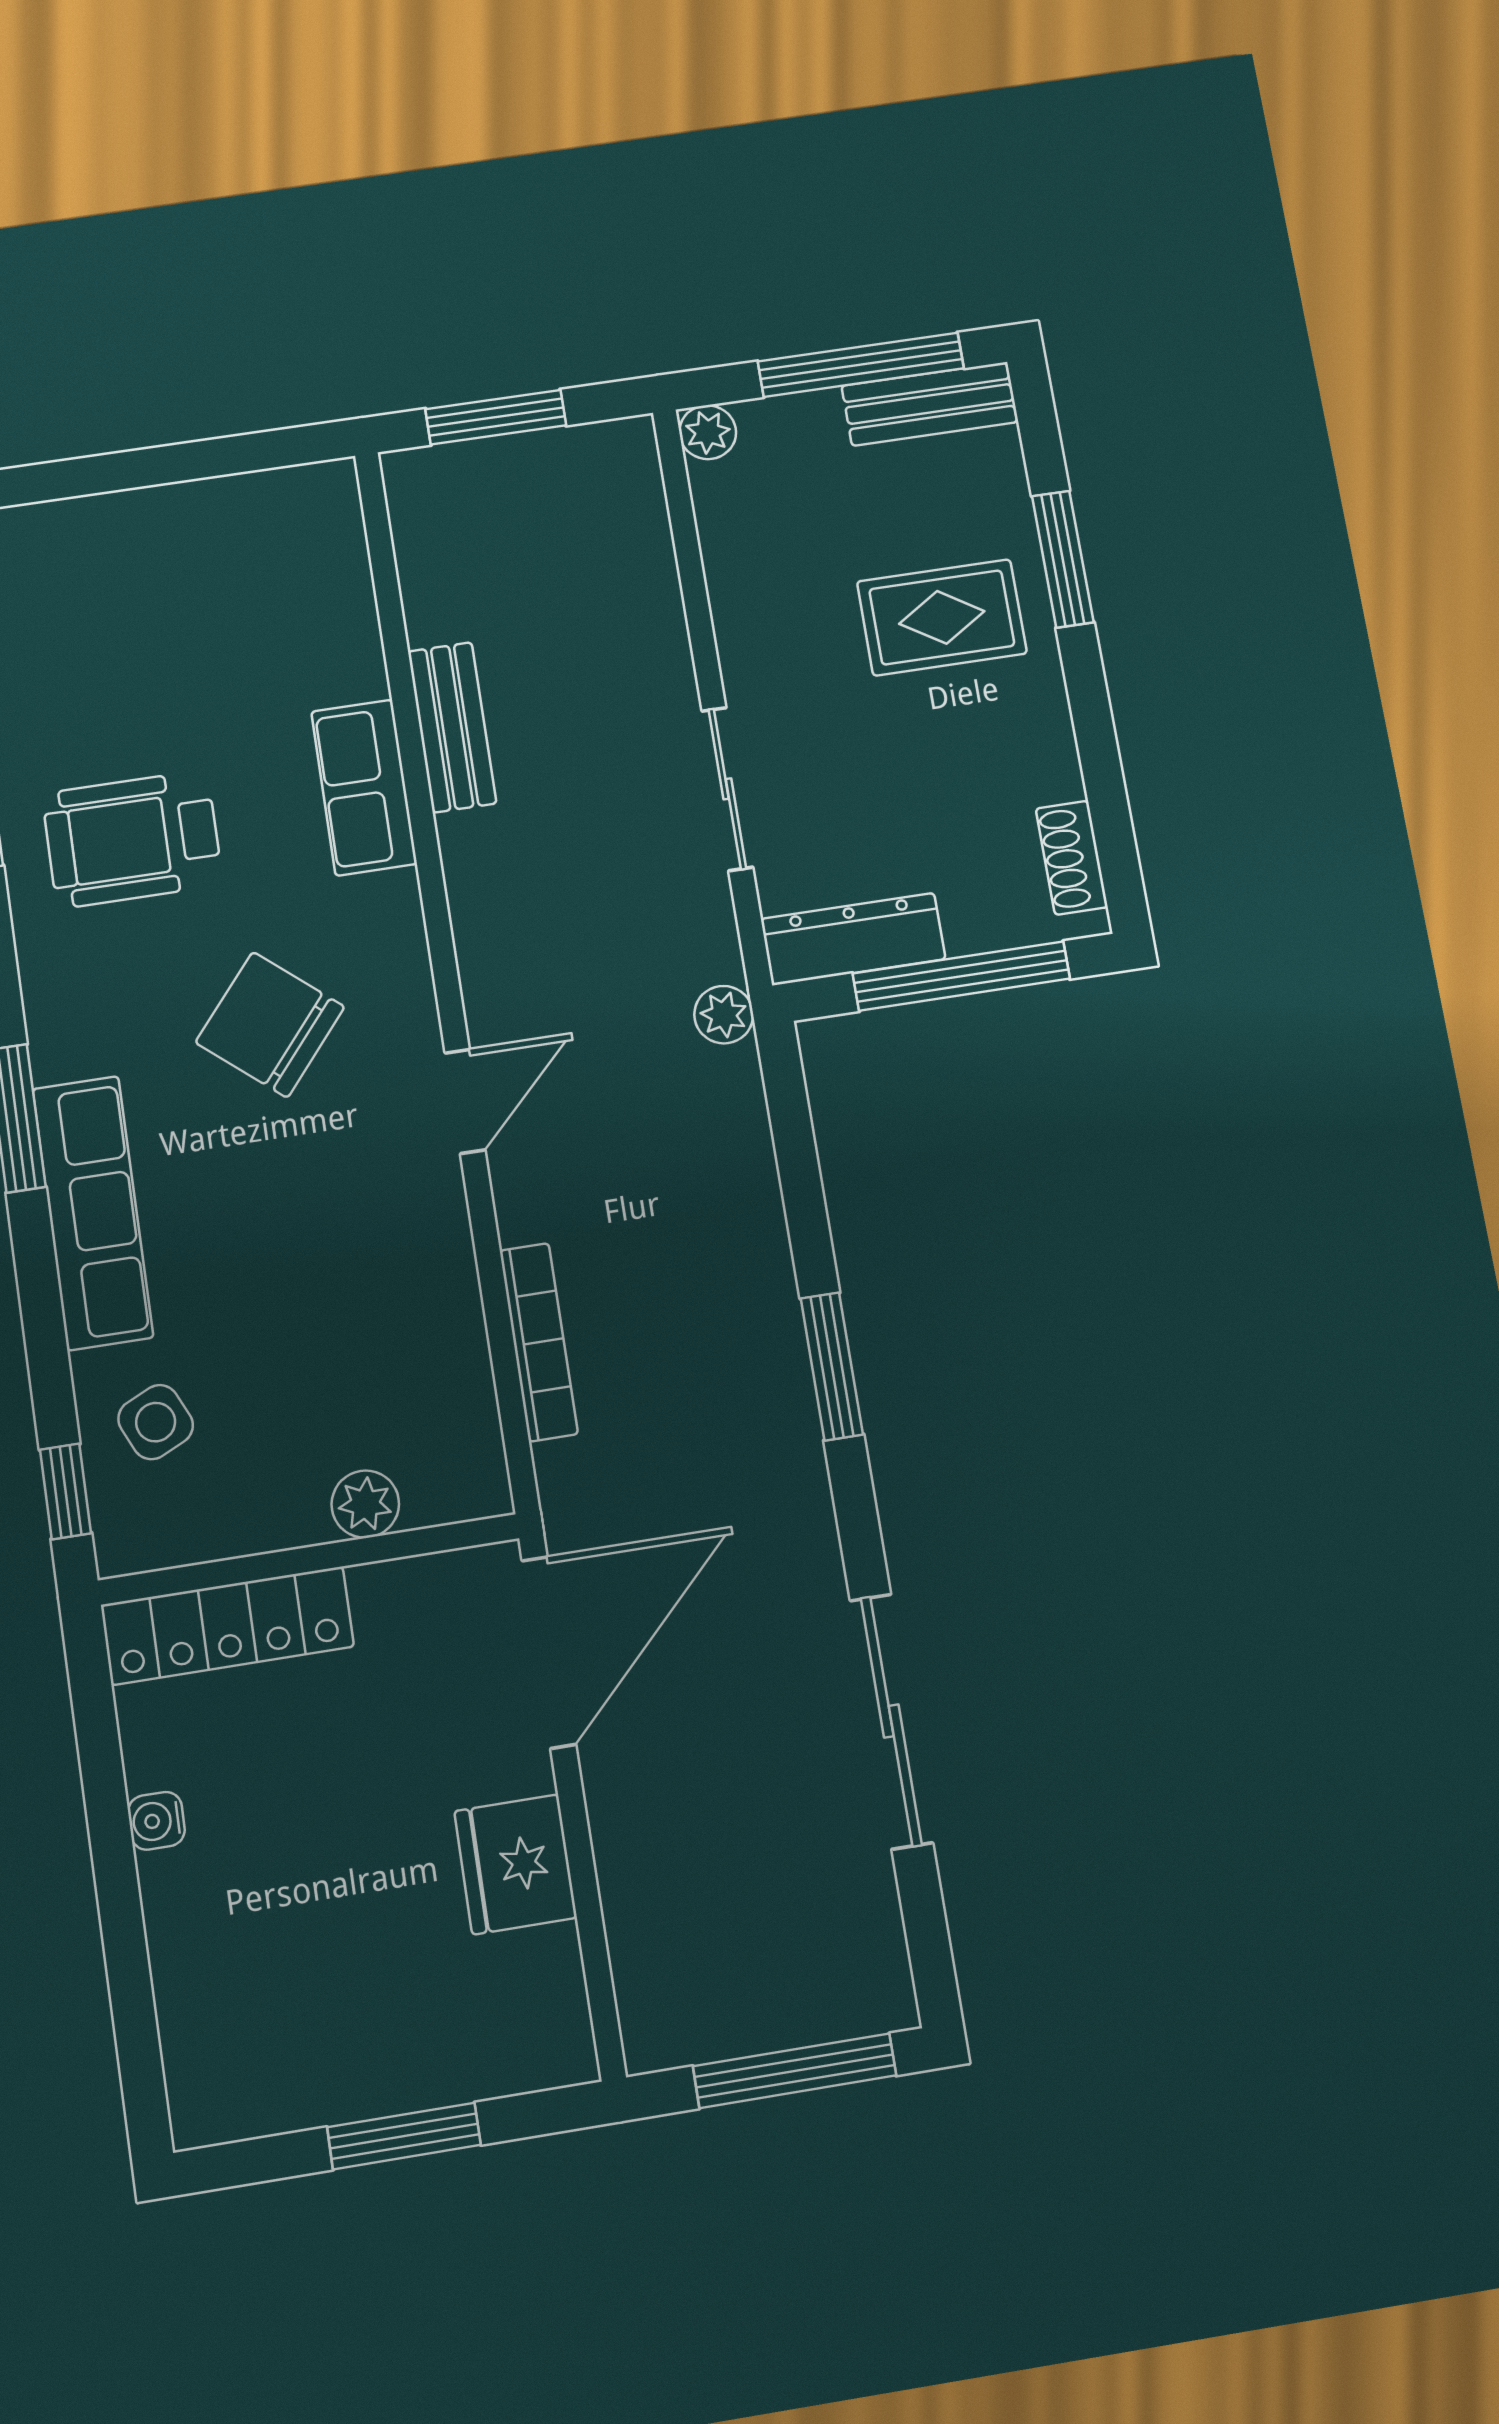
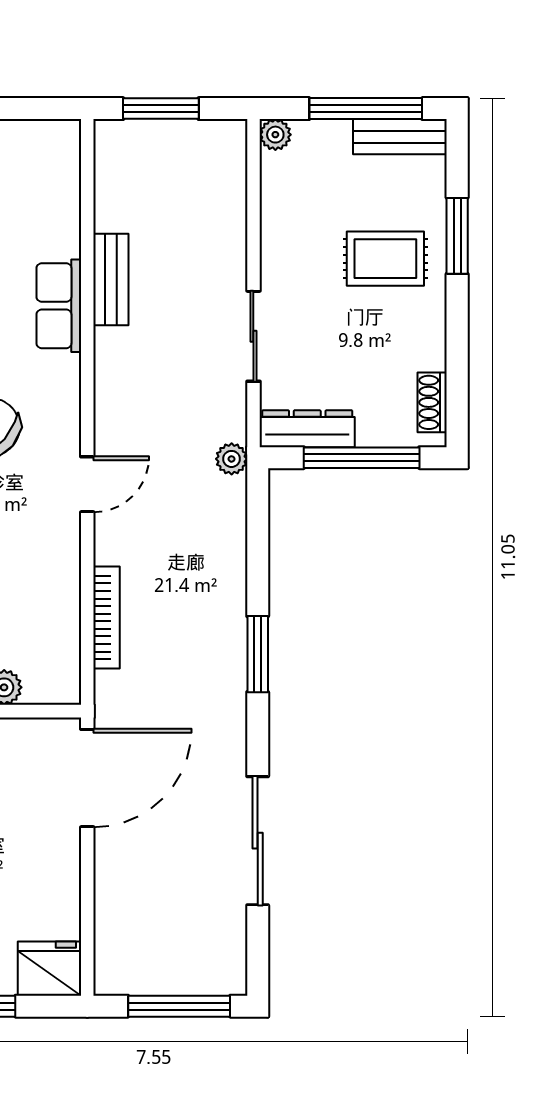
fridge: (515, 1864) -> (49, 969), moved, turned 90

